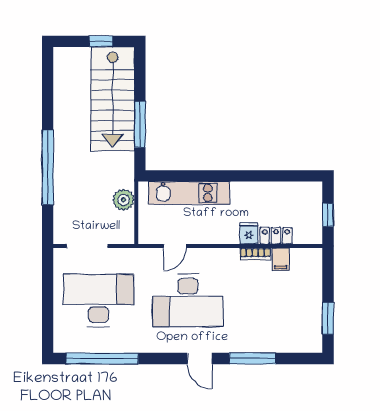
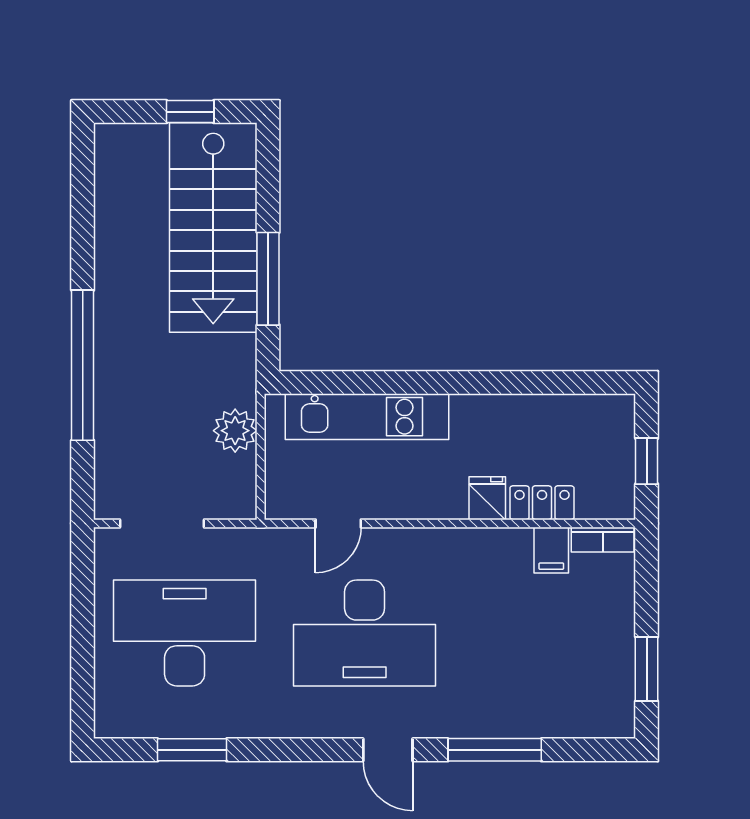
bookcase: (255, 254) -> (603, 540), moved
window: (102, 358) -> (192, 750), width x0.47

